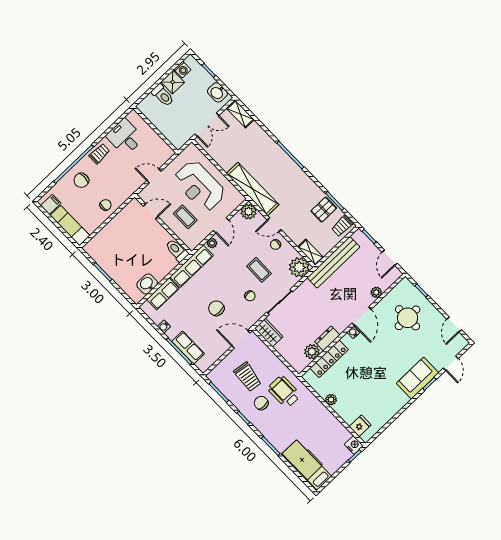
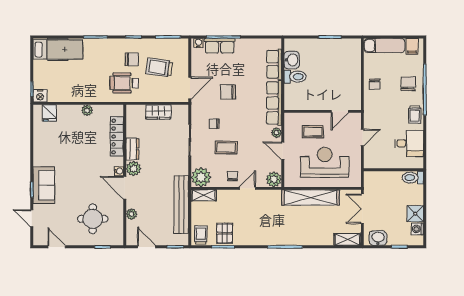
toilet: (163, 95) -> (413, 178), moved
shelving: (253, 189) -> (311, 198), moved
toilet: (177, 250) -> (295, 77), moved
chair: (216, 308) -> (228, 92), turned 180
water cooler: (164, 326) -> (198, 43), moved
wardrobe: (269, 333) -> (158, 112), moved
plant: (312, 352) -> (133, 169), moved
wheelchair: (284, 392) -> (124, 83), turned 180

